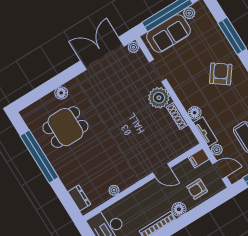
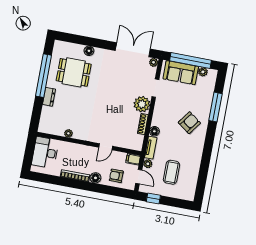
door: (161, 170) -> (106, 147), hinge flipped
dresser: (79, 198) -> (49, 97), moved

